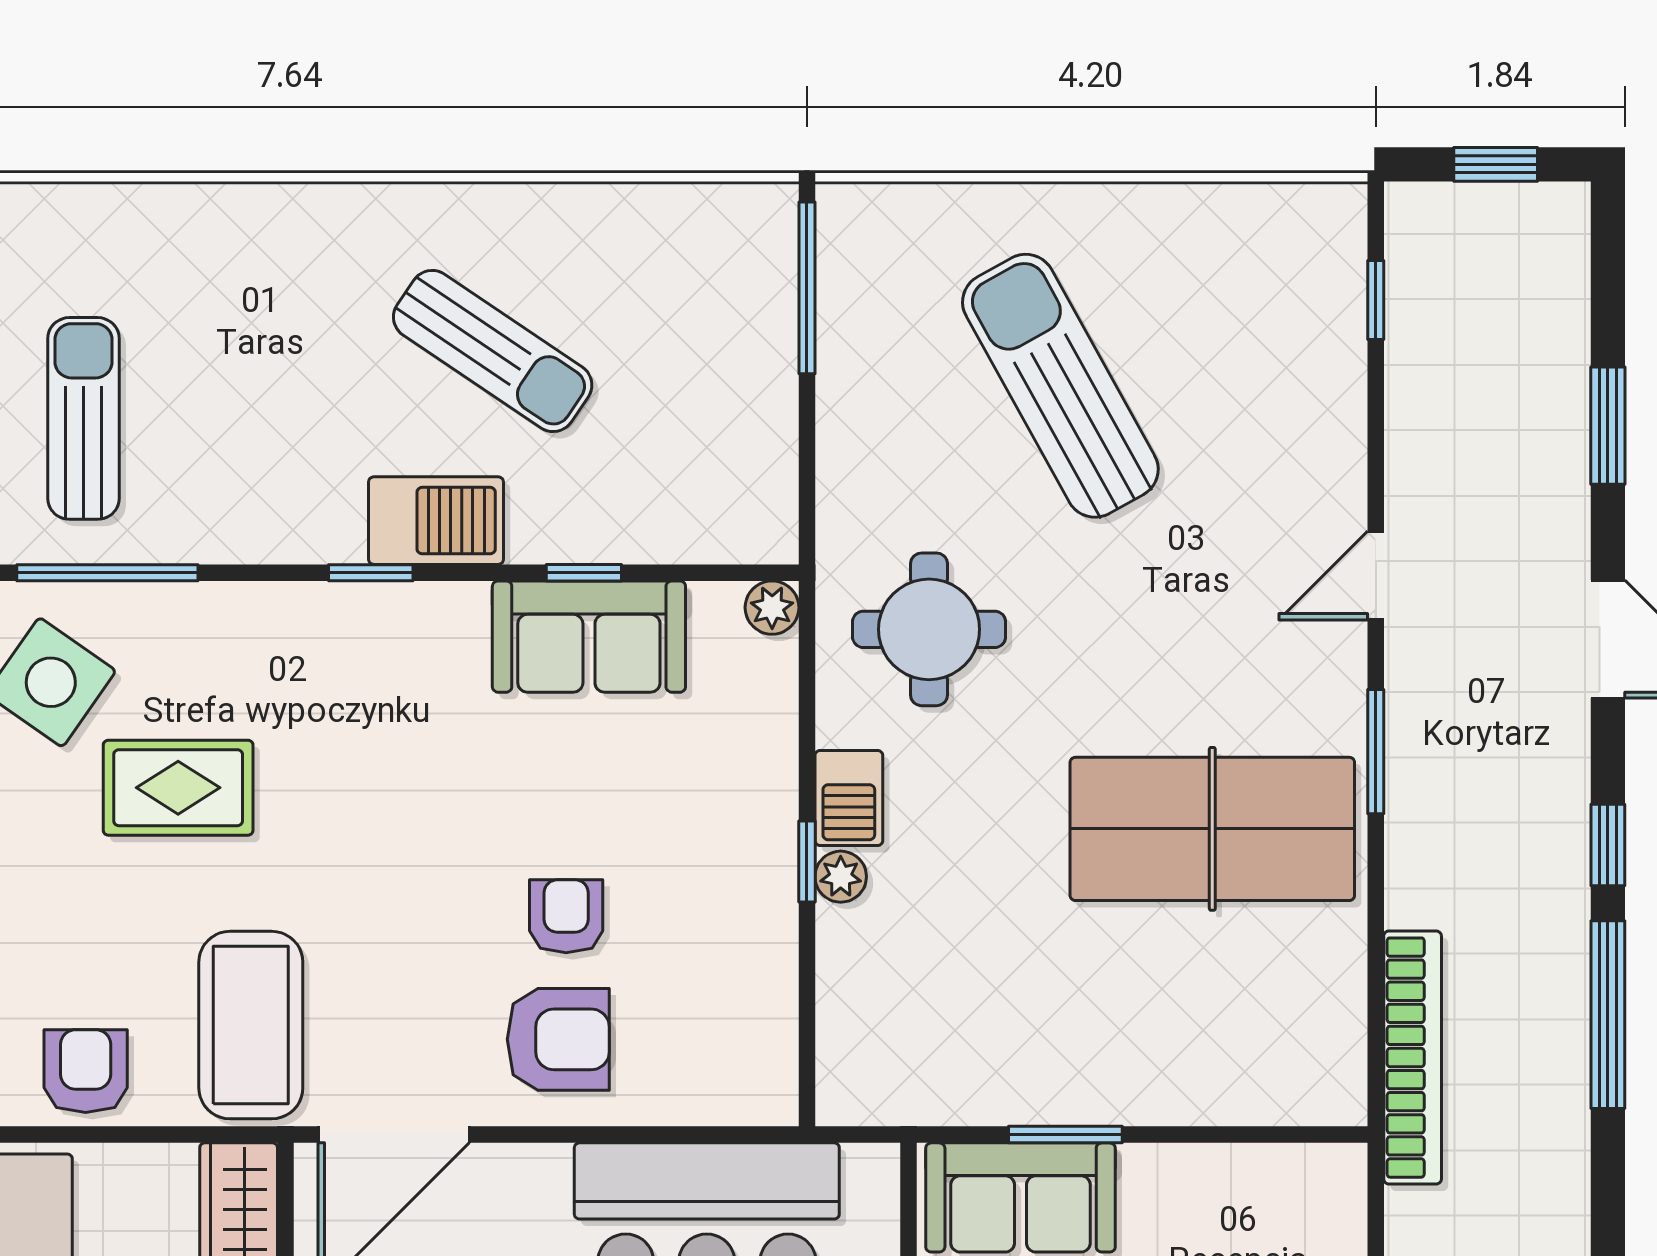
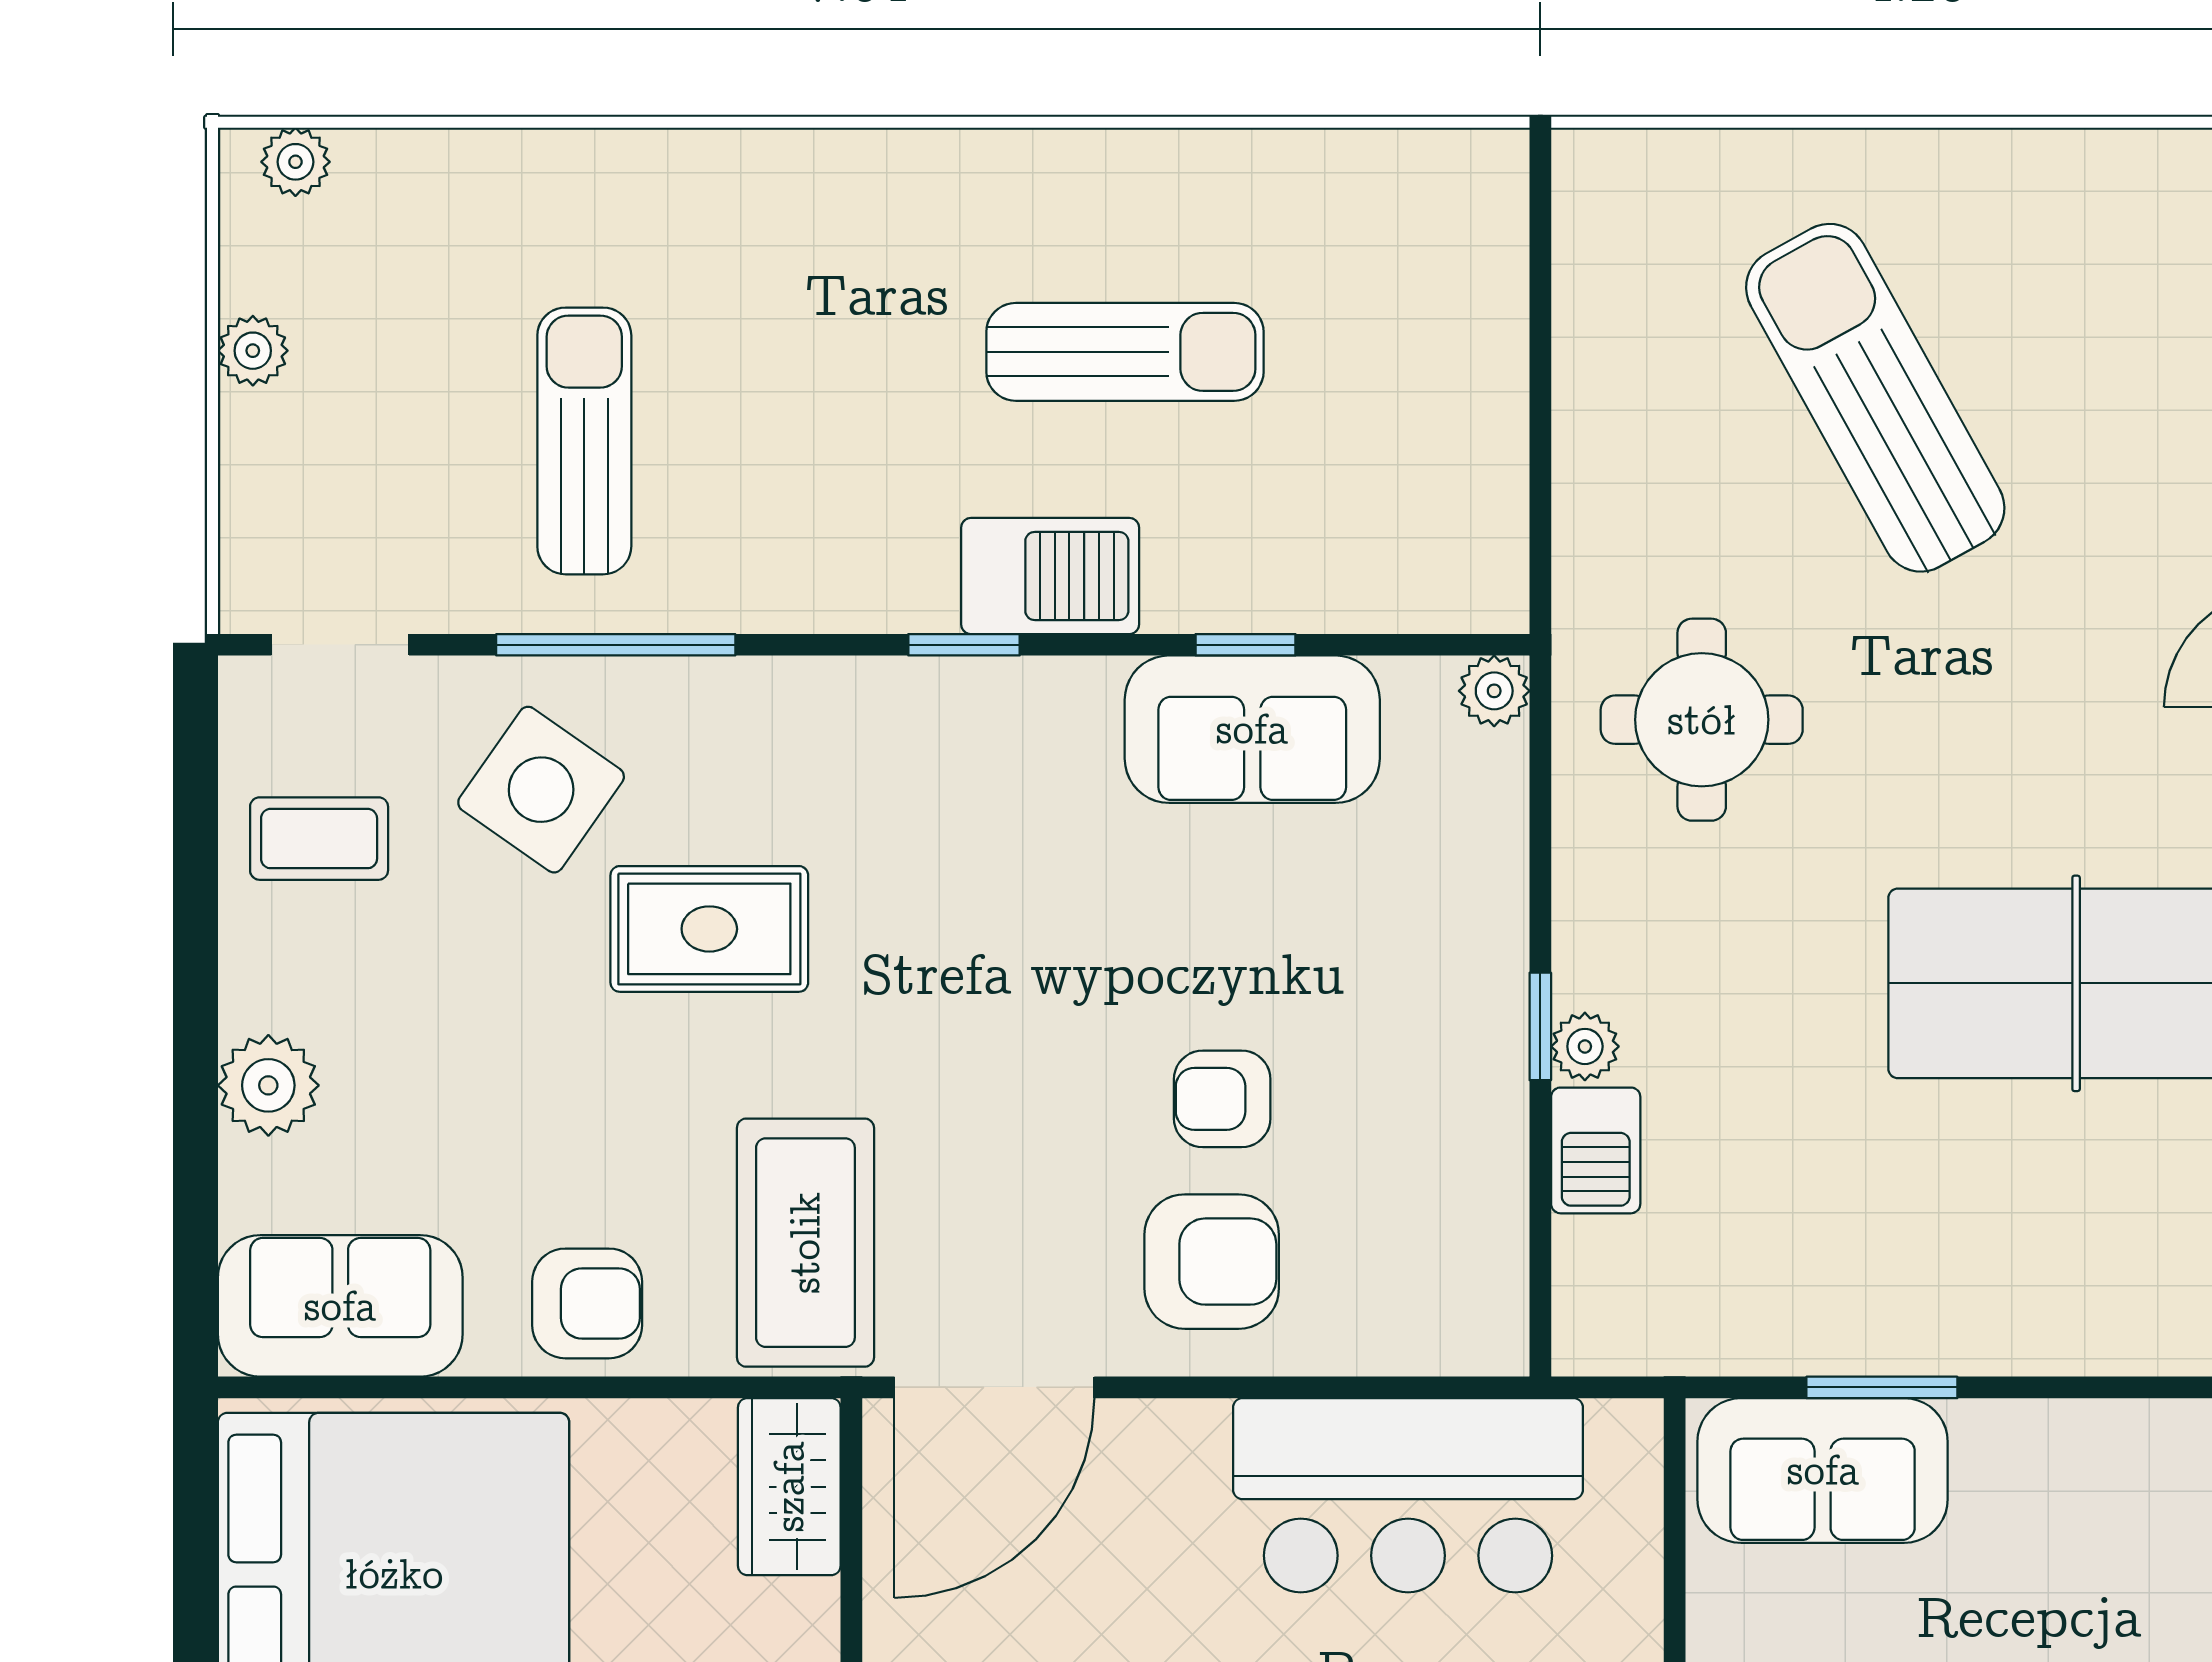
window: (807, 288) -> (1540, 268), removed
sun lounger: (493, 351) -> (1125, 352), turned -34
barbecue: (849, 798) -> (1596, 1150), moved
armchair: (566, 916) -> (1222, 1099), turned -90
armchair: (86, 1071) -> (587, 1303), turned 90

